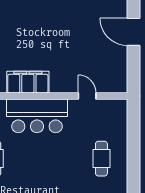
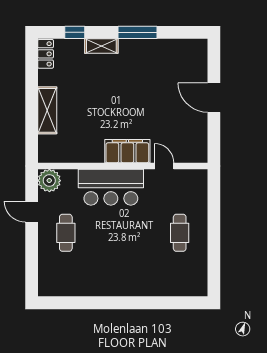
filing cabinet: (28, 82) -> (127, 151), moved

